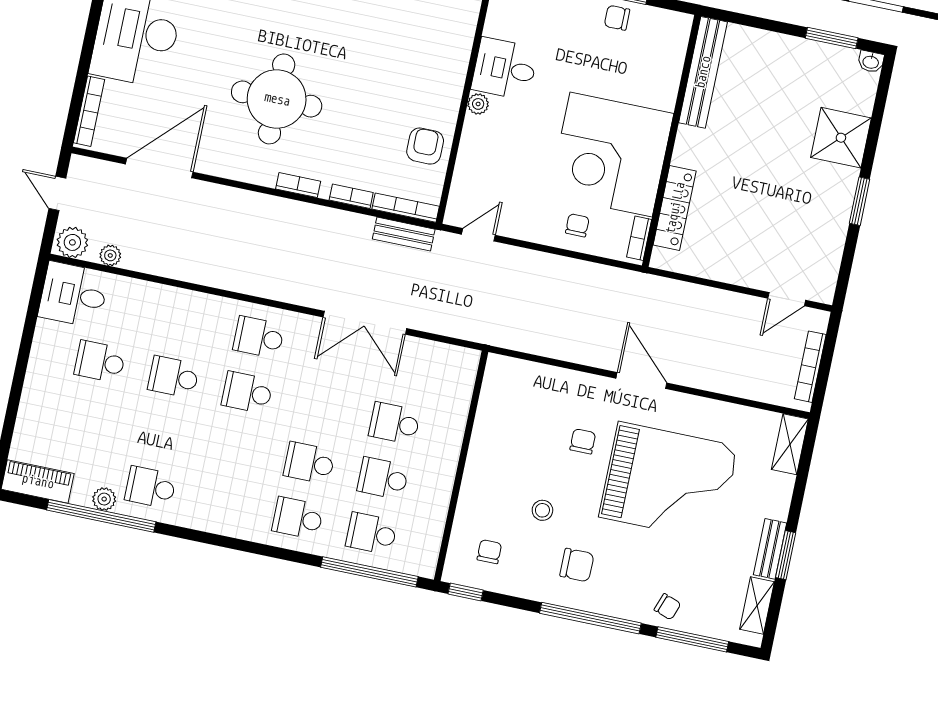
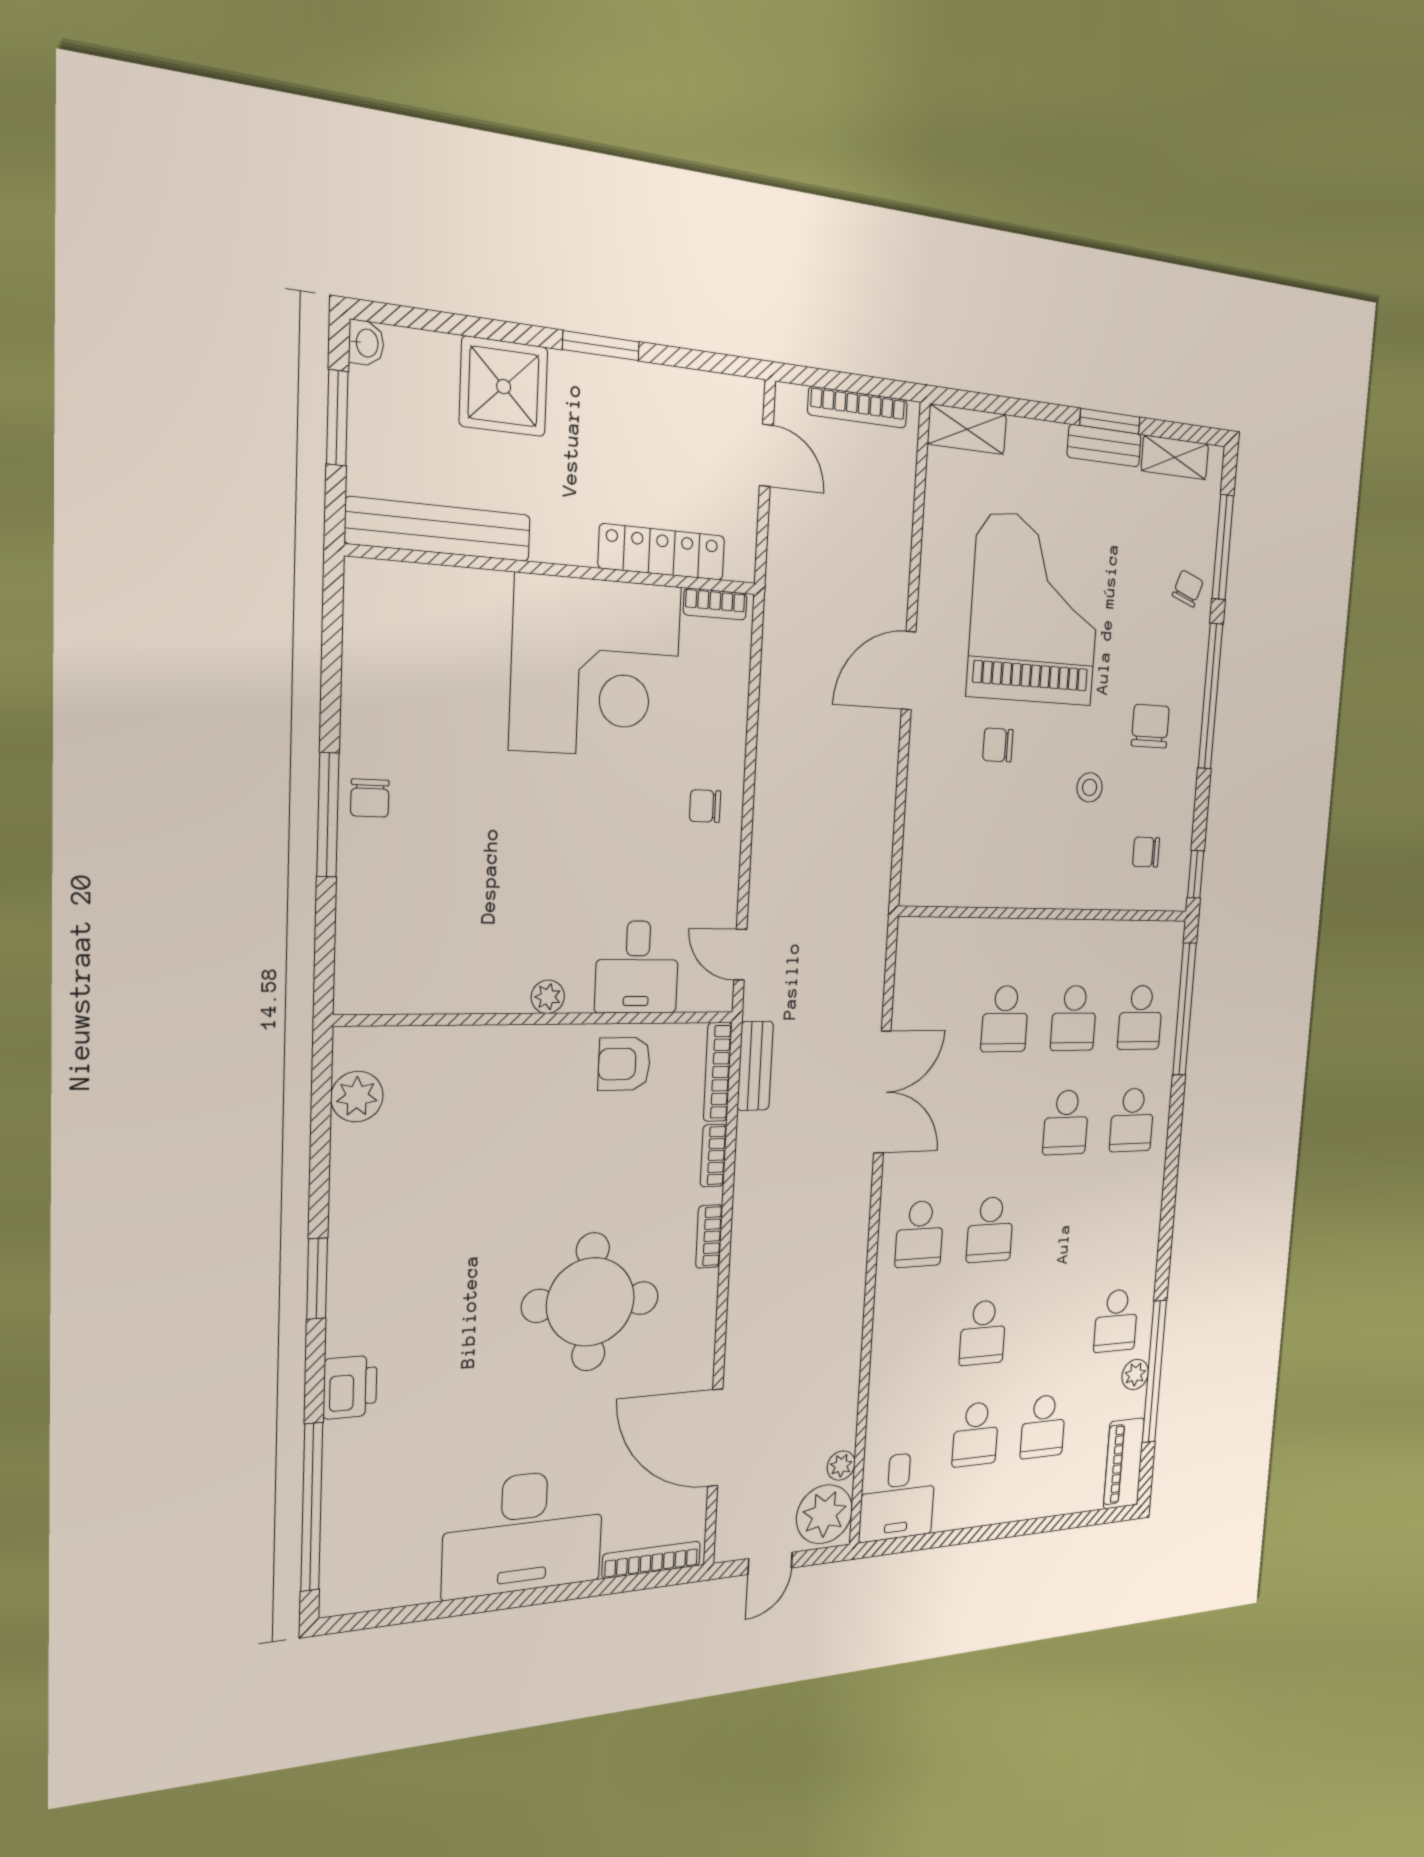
desk: (505, 69) -> (637, 967), moved
bench: (703, 72) -> (439, 529), moved
wall: (671, 141) -> (559, 570), moved
corner desk: (611, 155) -> (596, 668), moved
locker: (675, 208) -> (662, 552), moved
bookcase: (639, 238) -> (715, 604), moved
plant: (72, 242) -> (824, 1514), width x1.36, depth x1.36
school desk: (88, 417) -> (1043, 1426), added

